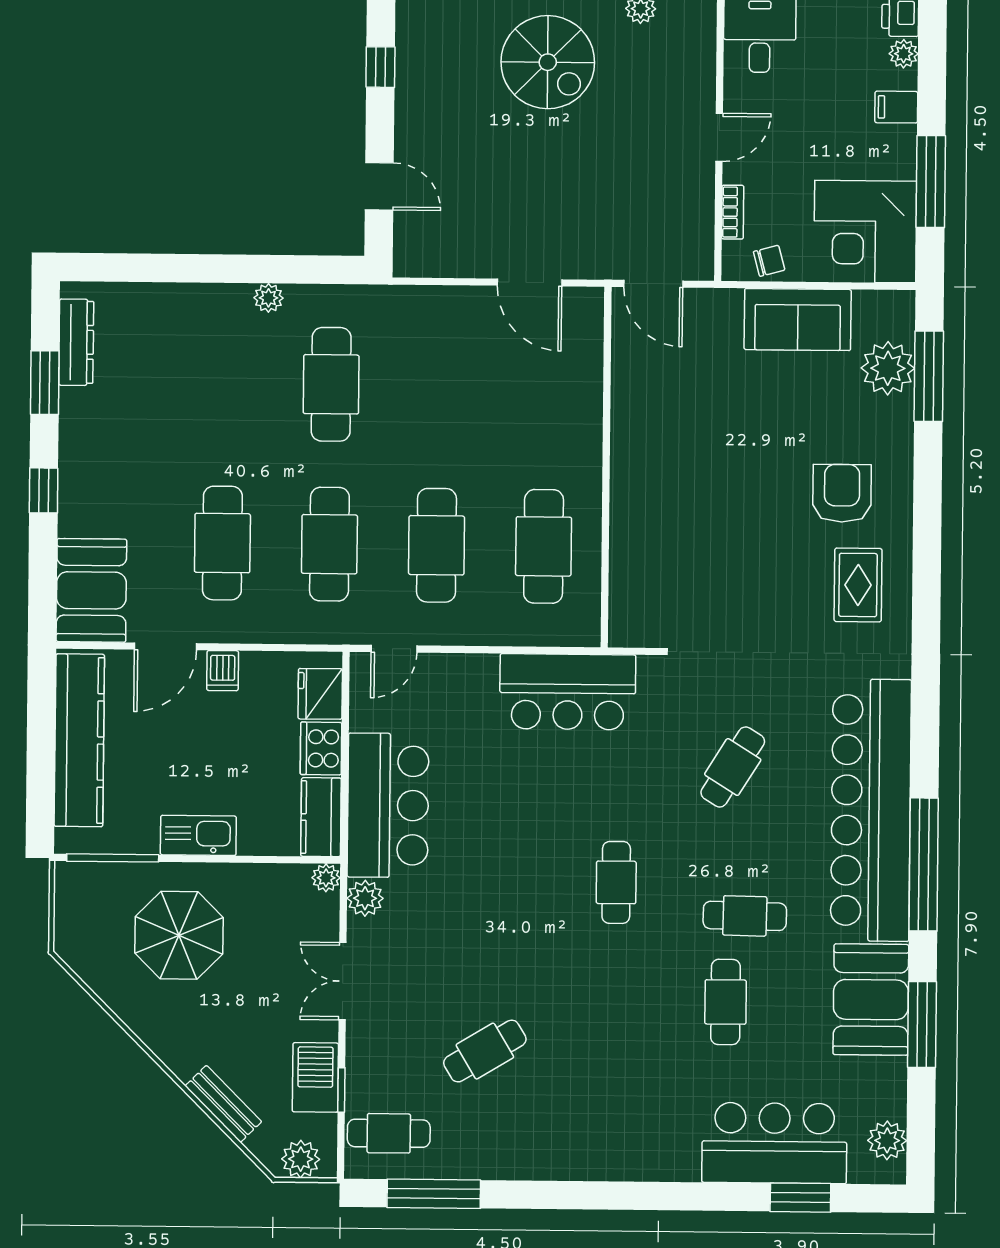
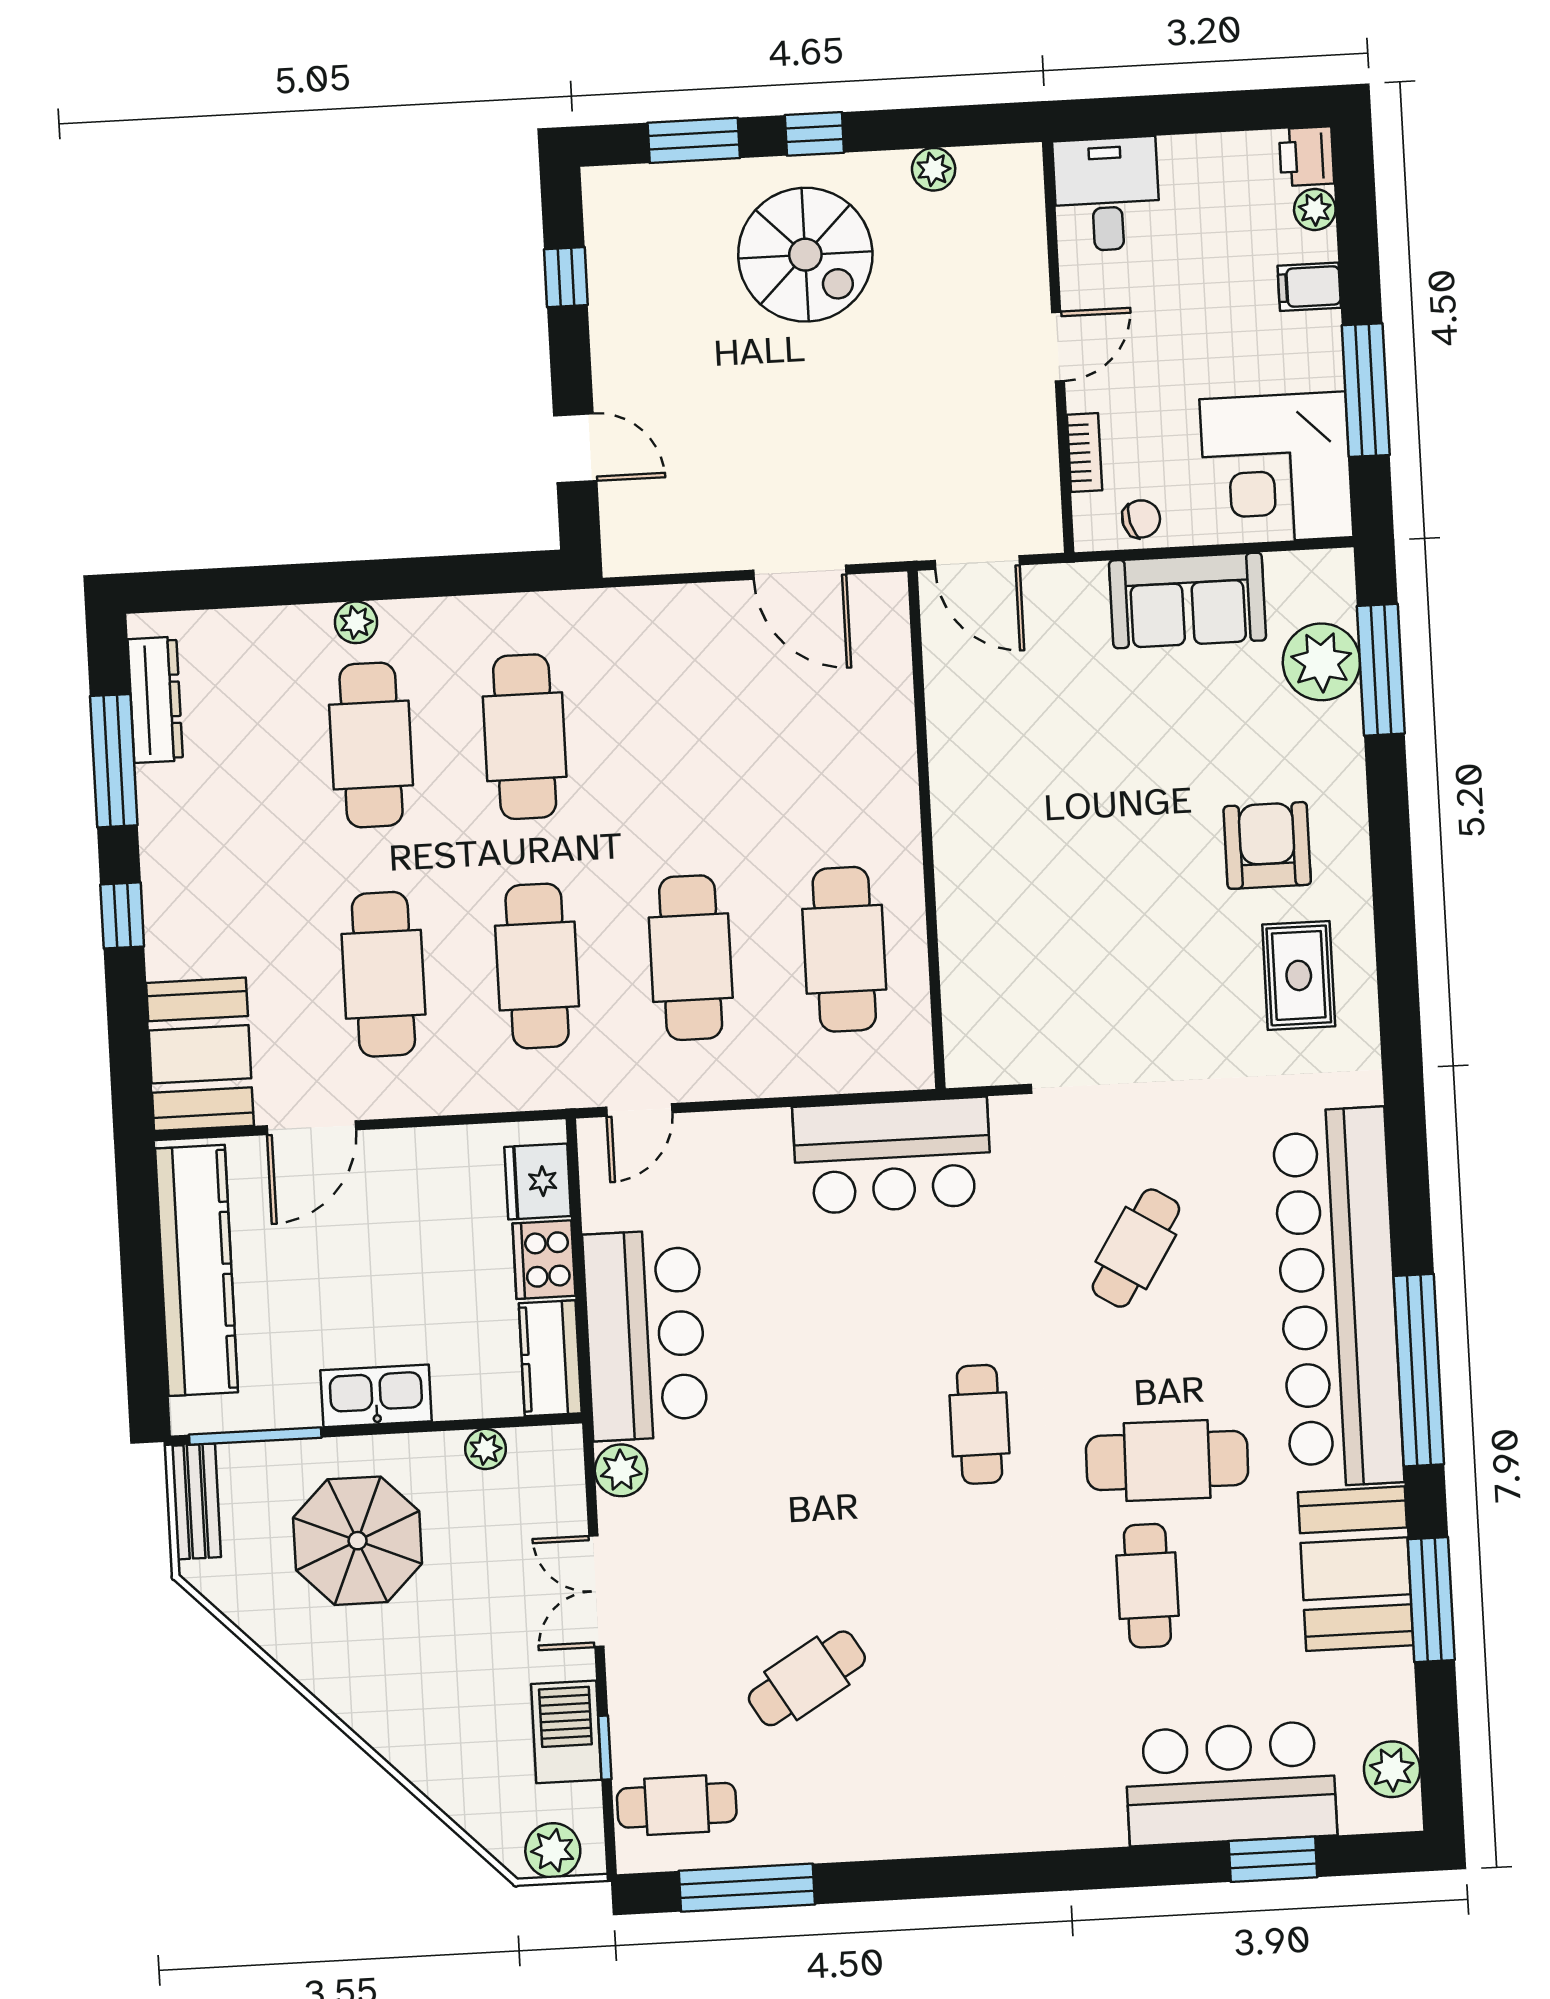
plant: (268, 298) -> (356, 622), moved
window: (45, 383) -> (114, 761), width x1.44
cafe table: (224, 383) -> (371, 745), added
dishwasher: (223, 671) -> (396, 1157), removed
plant: (326, 878) -> (486, 1449), moved
cafe table: (745, 916) -> (1167, 1461), width x1.37, depth x1.35
bench: (223, 1104) -> (196, 1501), moved, turned 45

